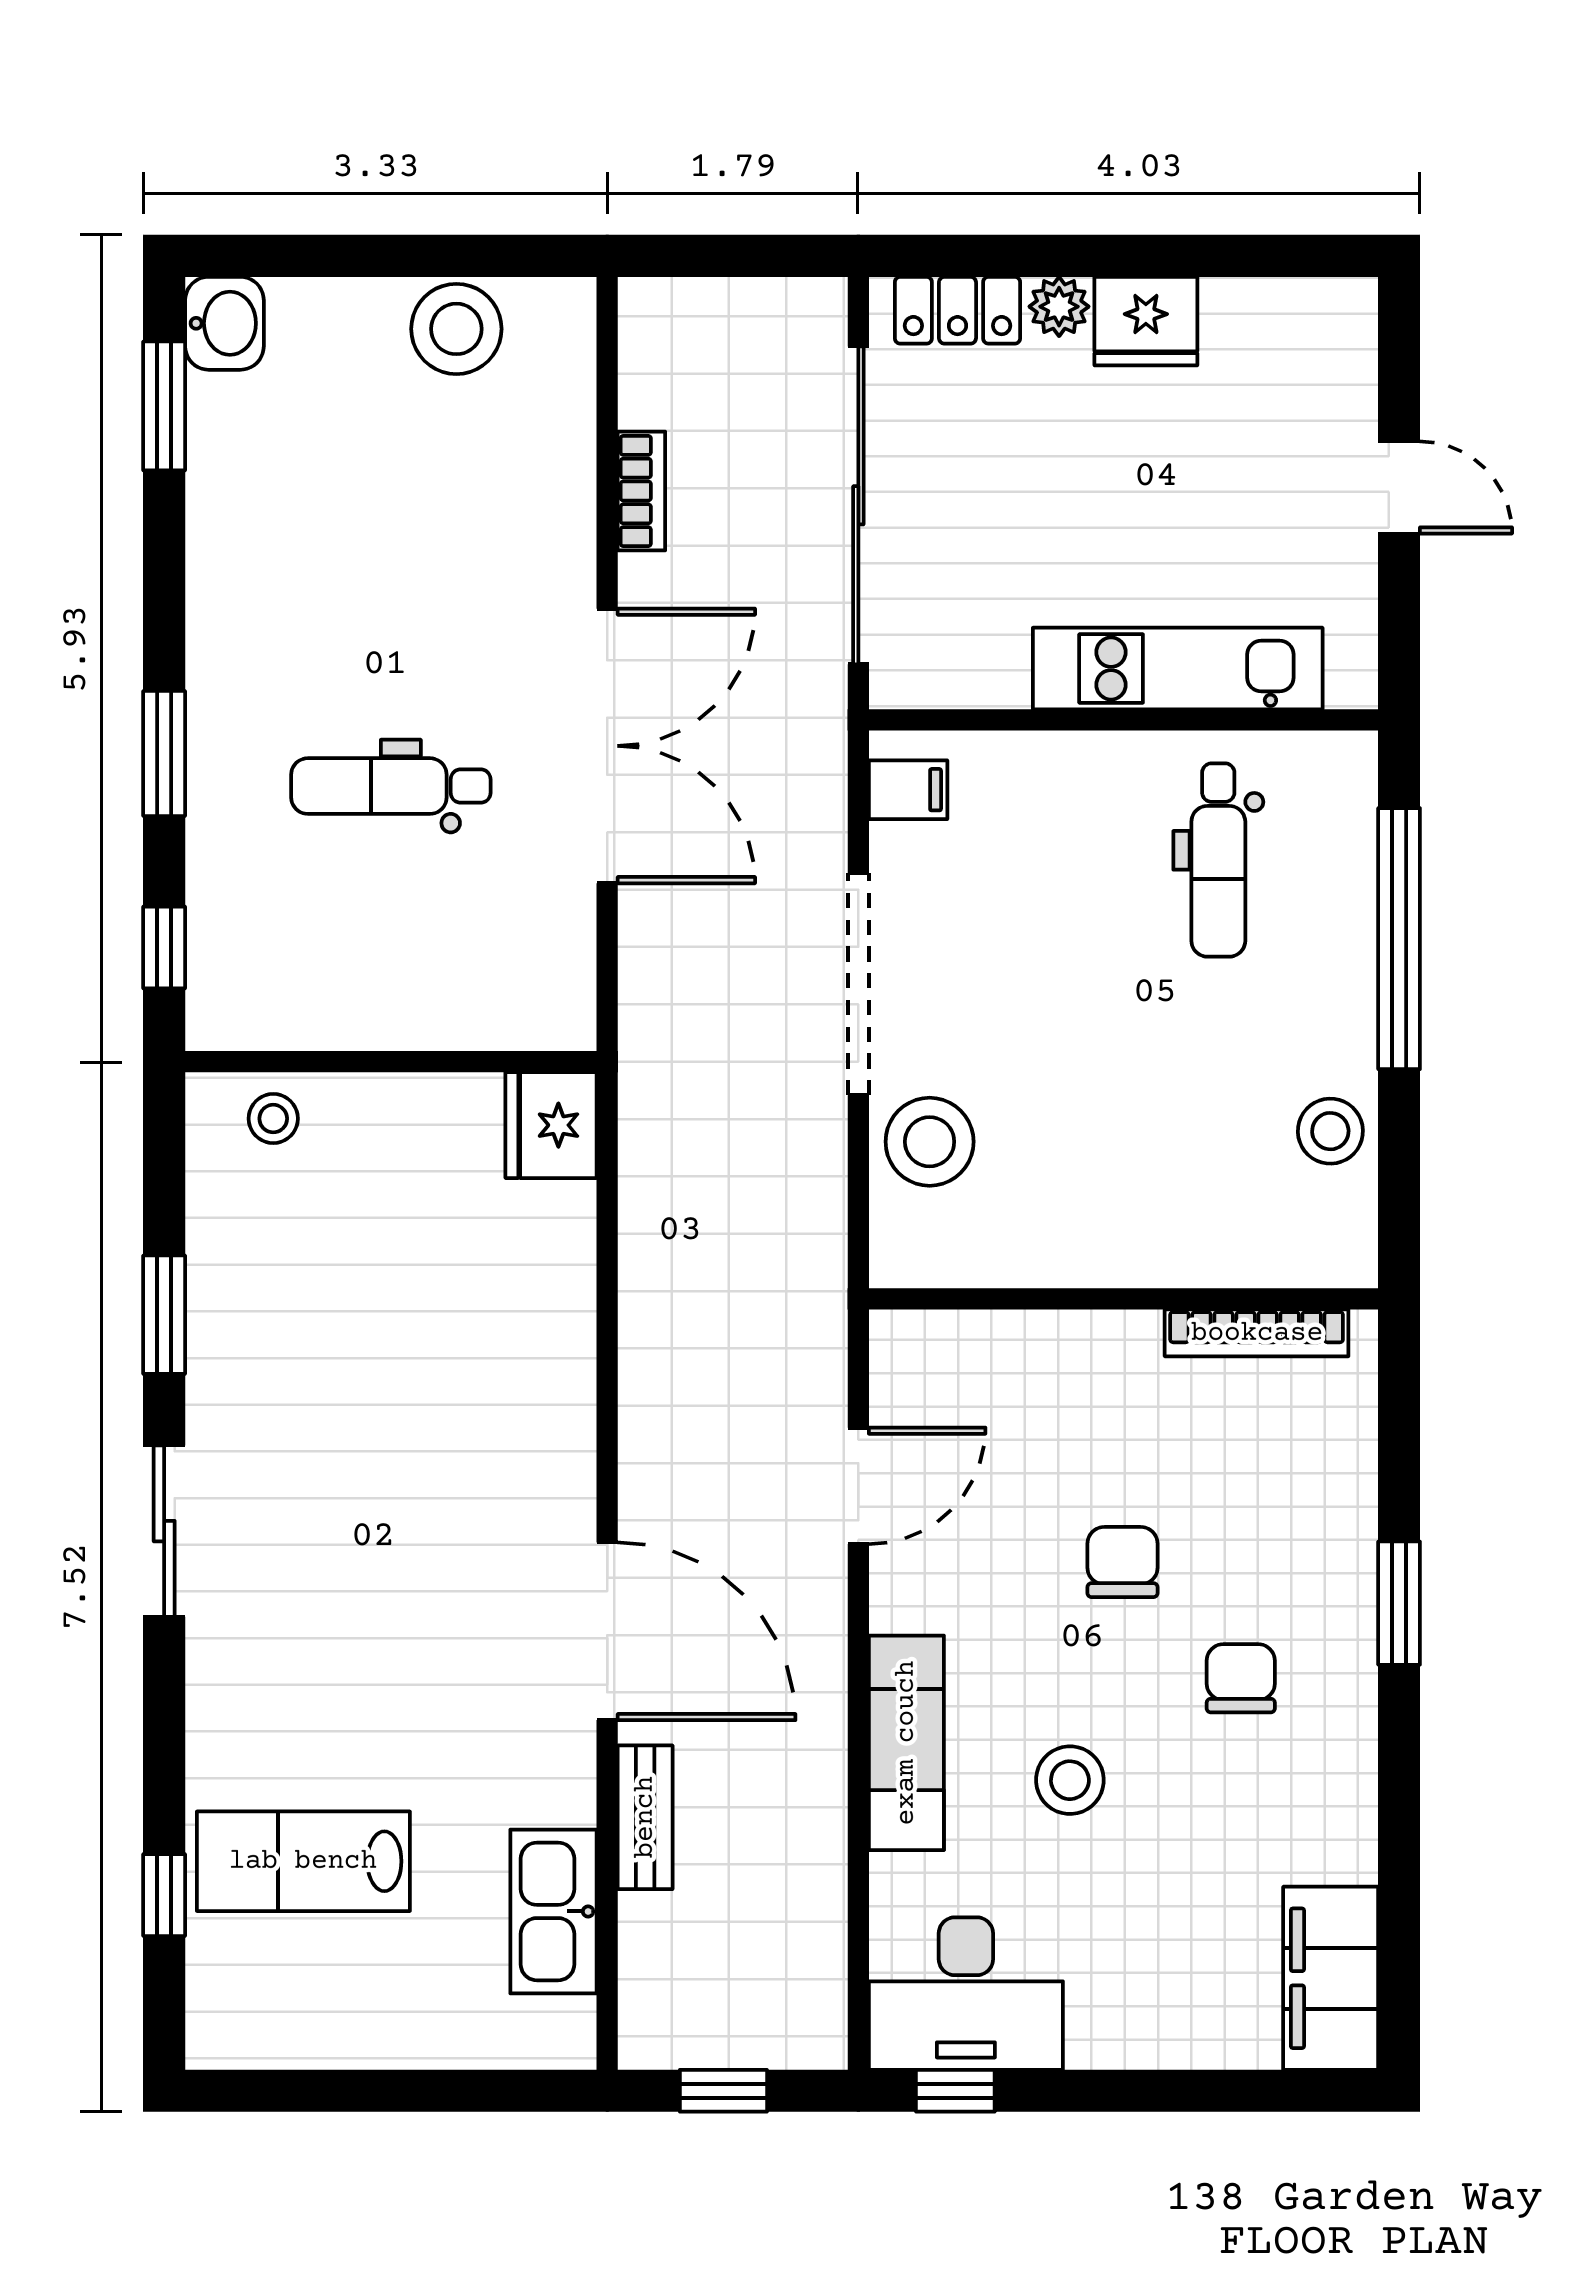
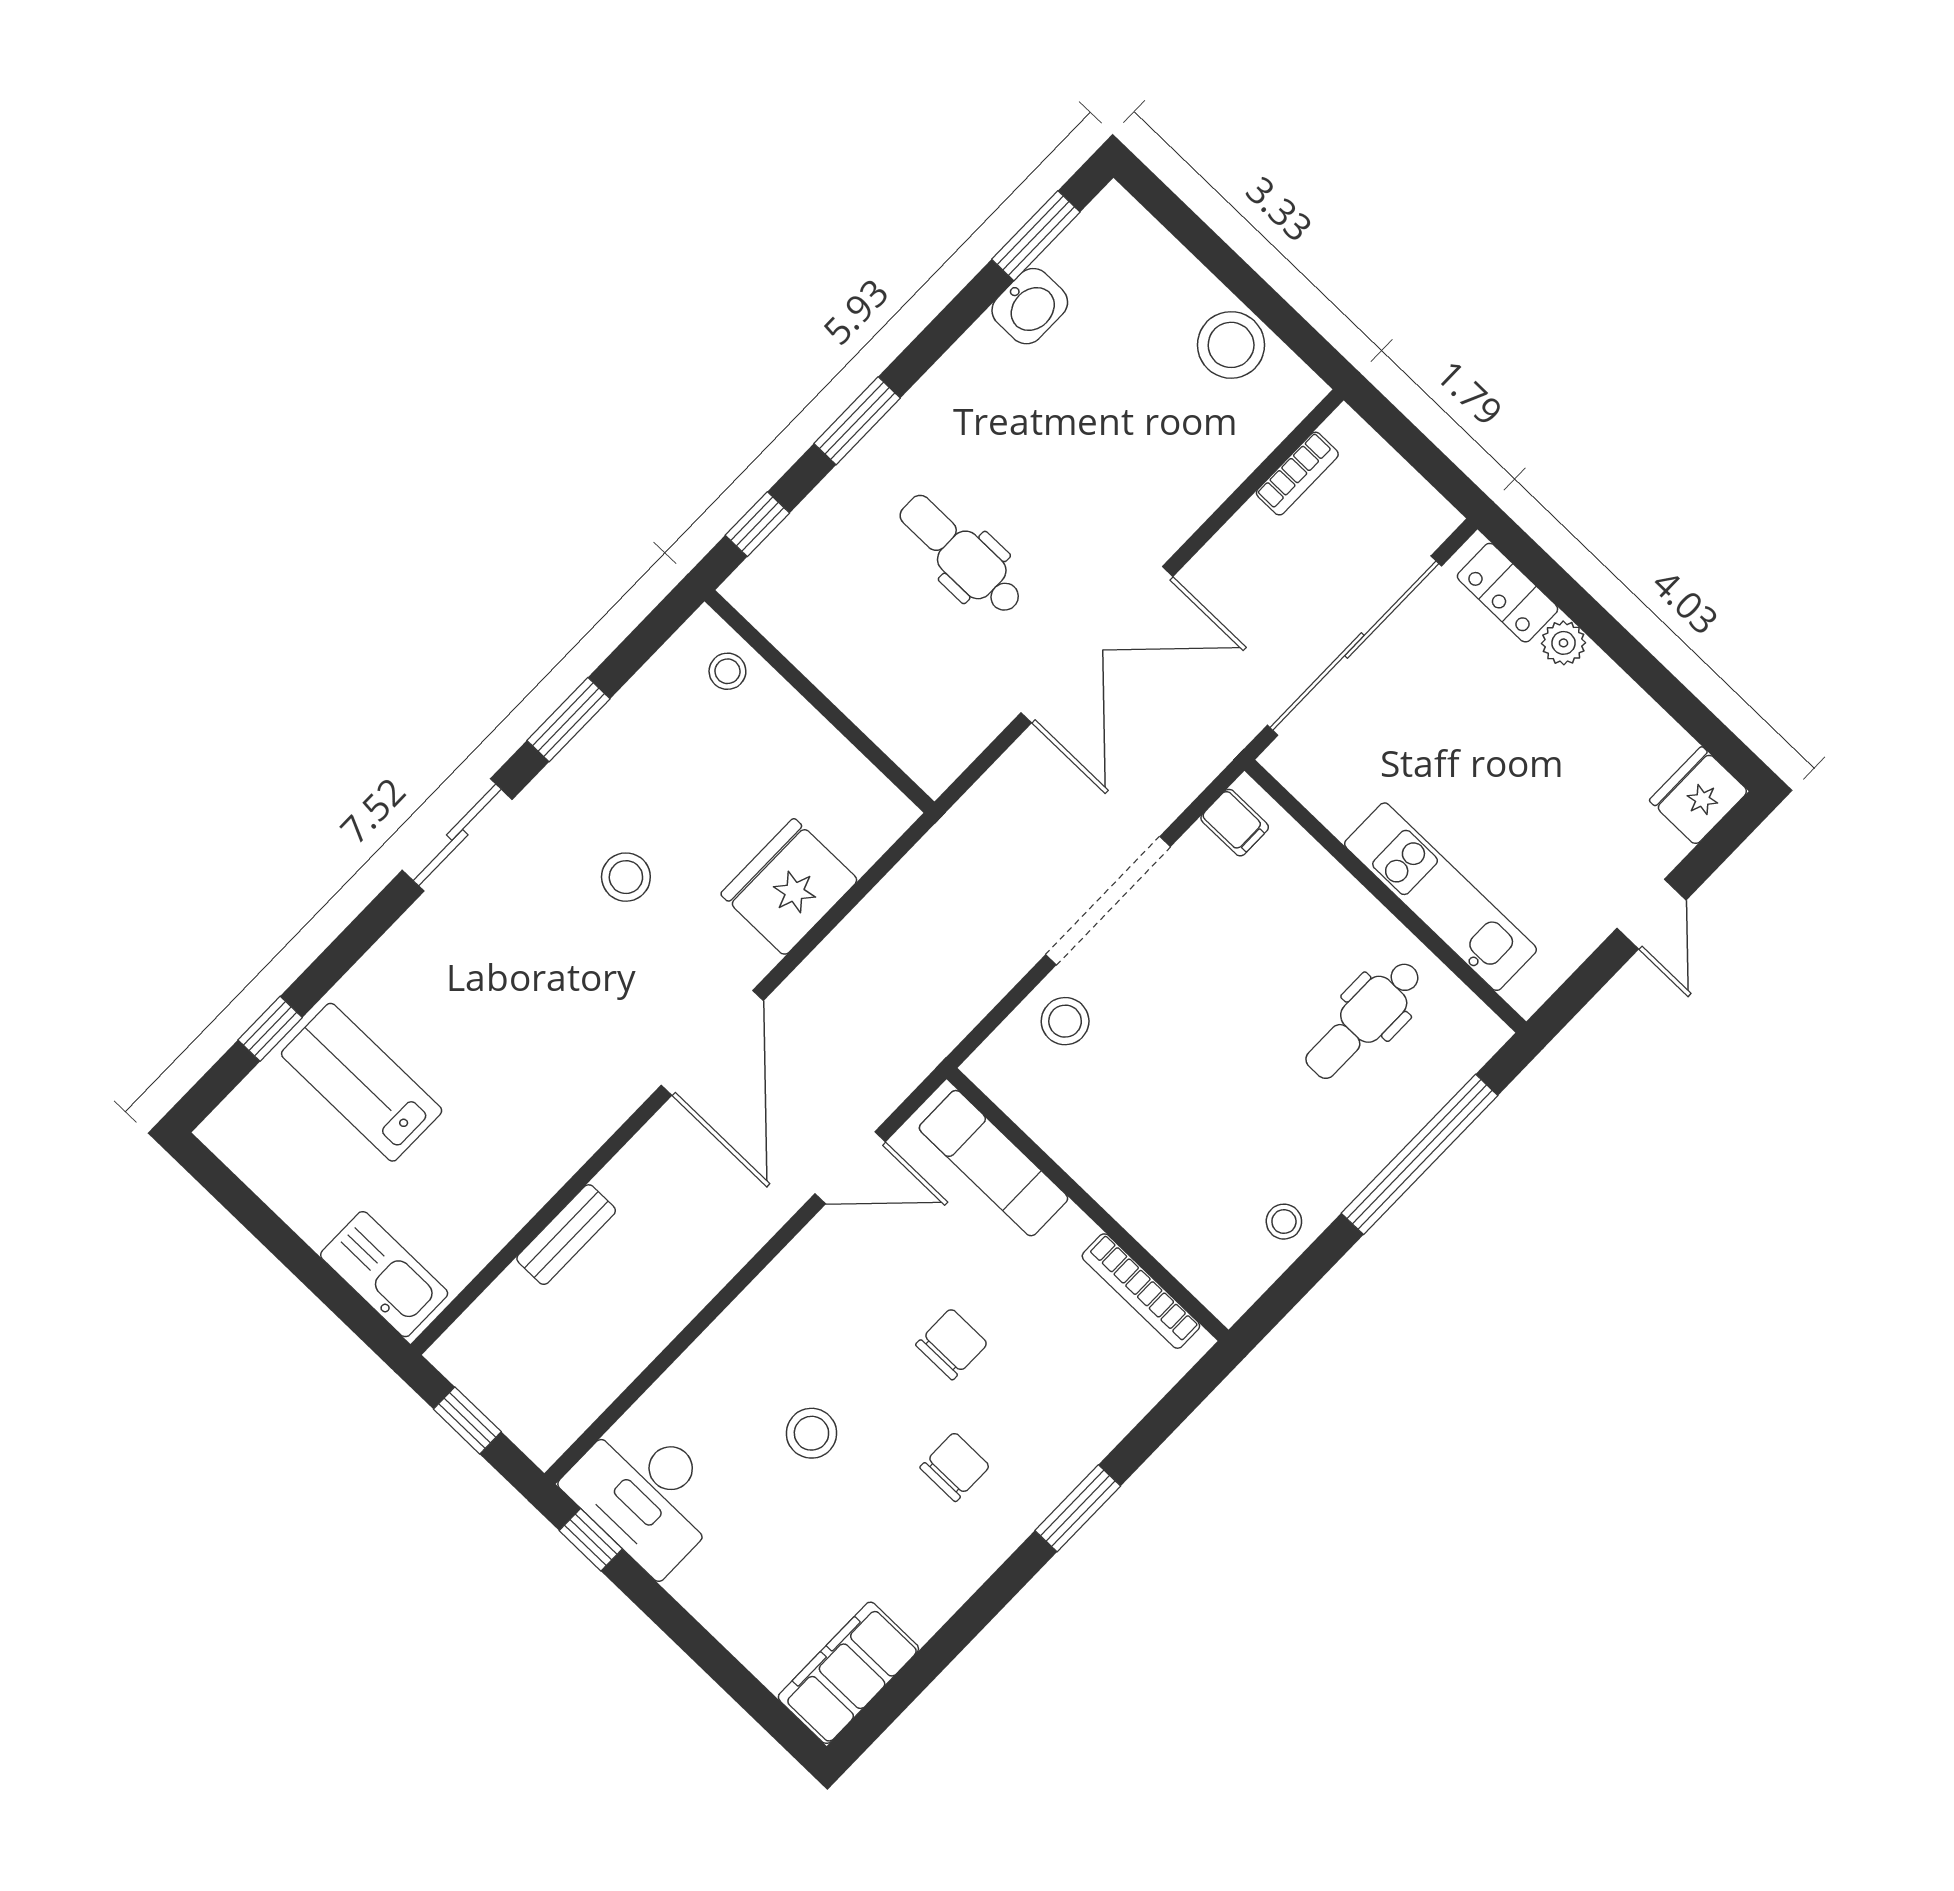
fridge: (1146, 321) -> (1699, 796), moved, turned 90
washbasin: (224, 323) -> (1030, 306), moved
bookcase: (641, 491) -> (1297, 474), moved
fridge: (551, 1125) -> (789, 887), moved, width x1.36, depth x1.34
stool: (1330, 1131) -> (1284, 1222), width x0.73, depth x0.73
stool: (930, 1142) -> (1065, 1021), width x0.73, depth x0.73
stool: (368, 1414) -> (626, 877), added
door: (607, 1631) -> (712, 1043), moved
exam couch: (906, 1743) -> (993, 1163), moved, turned 90
kitchen sink: (554, 1911) -> (384, 1274), moved, turned 90

